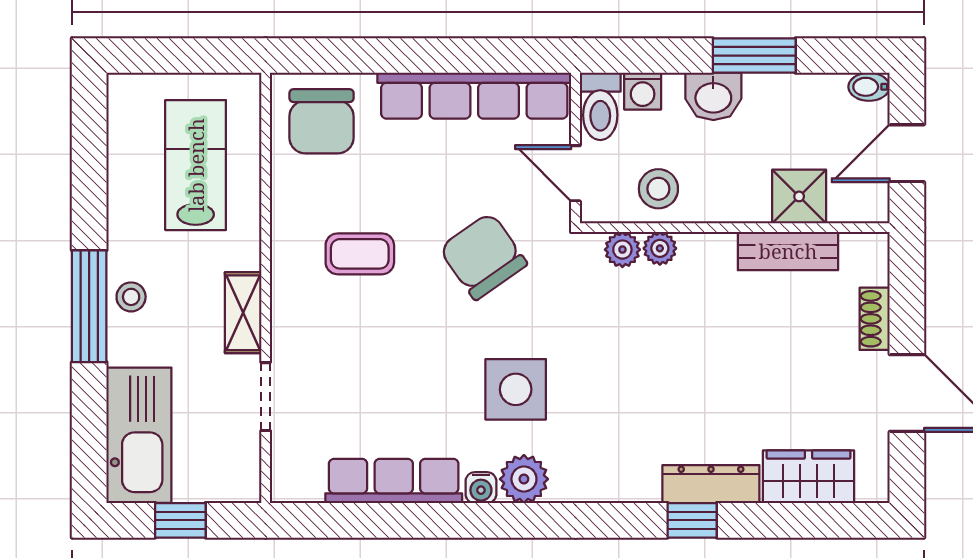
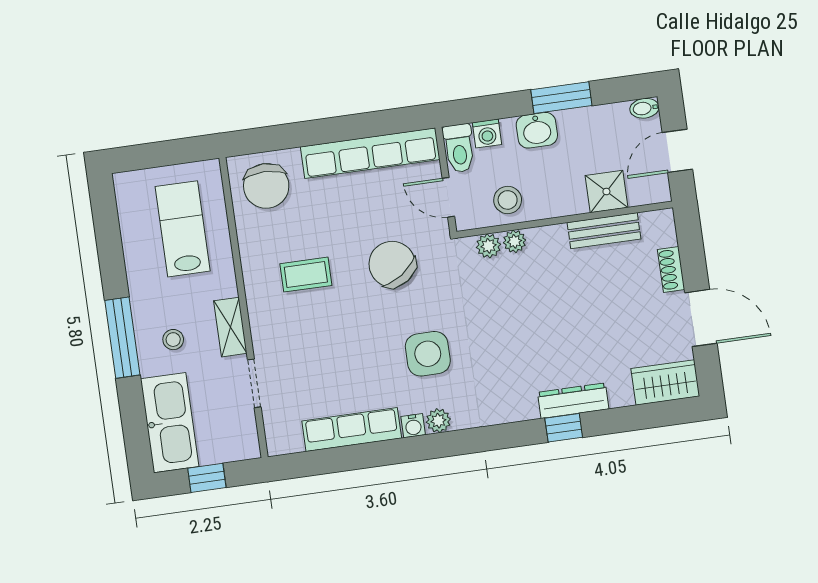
stool: (131, 297) -> (173, 340), moved
wardrobe: (808, 477) -> (665, 382), moved
plant: (524, 479) -> (438, 421), width x0.73, depth x0.73

